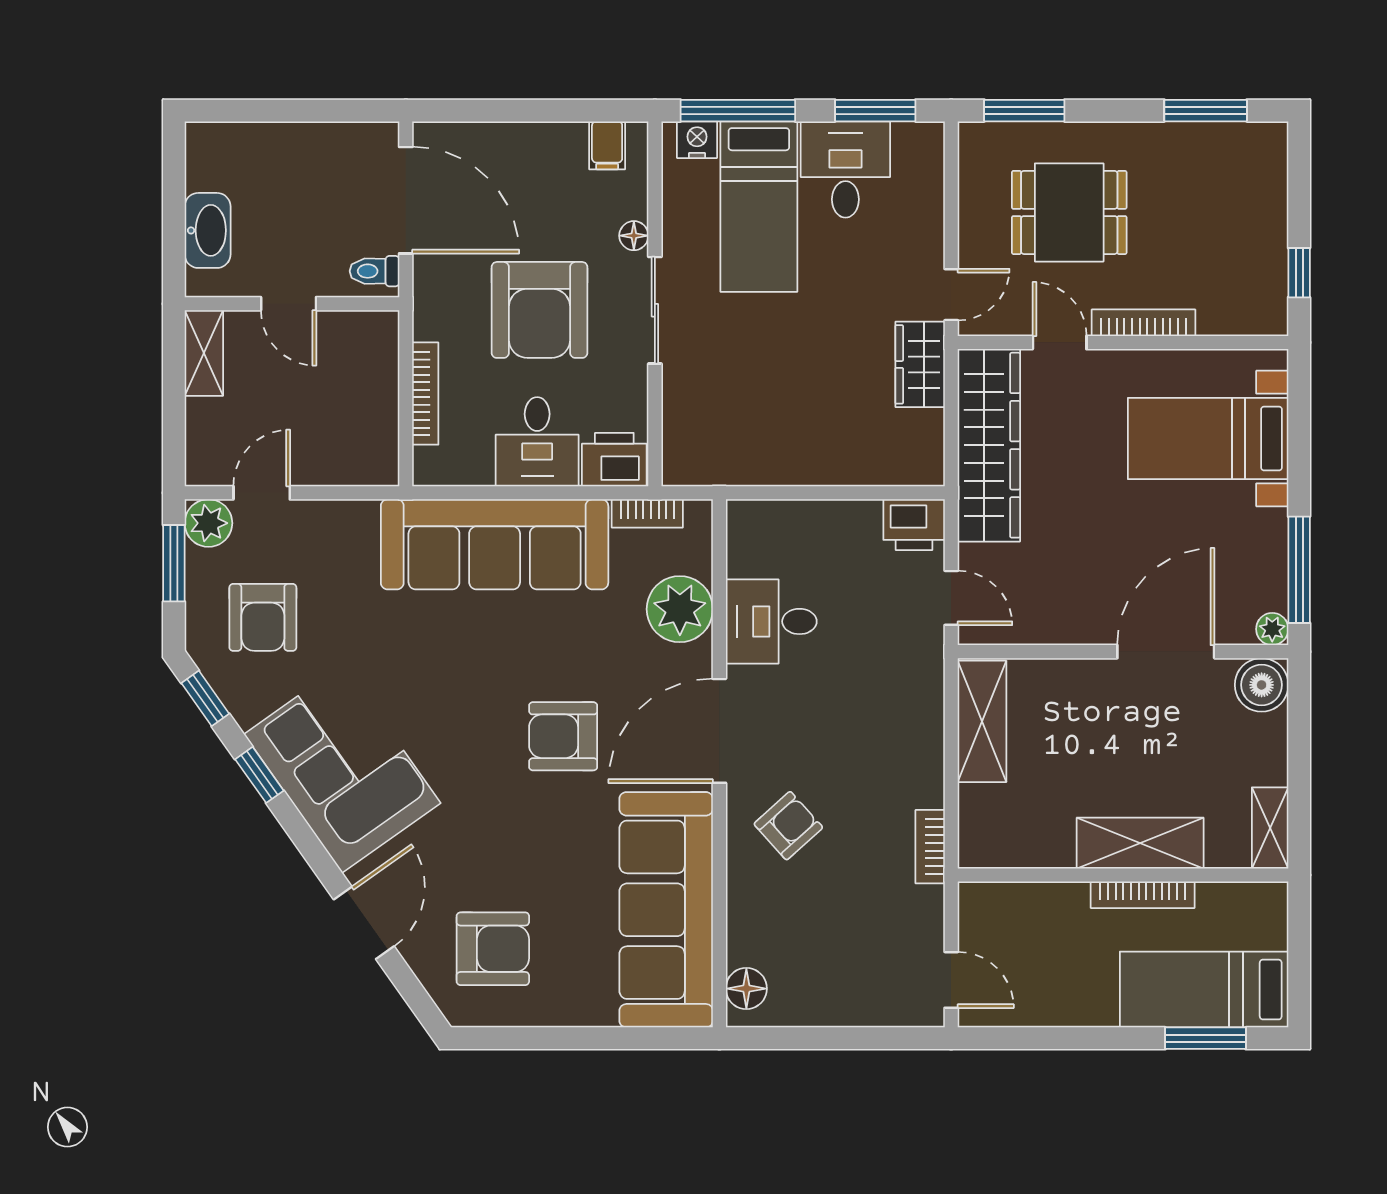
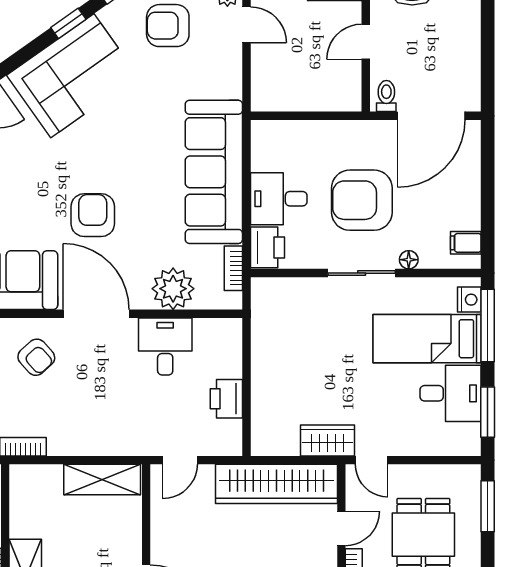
bookcase: (425, 394) -> (309, 128), removed
printer: (914, 525) -> (226, 399), moved

